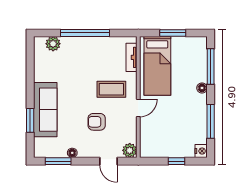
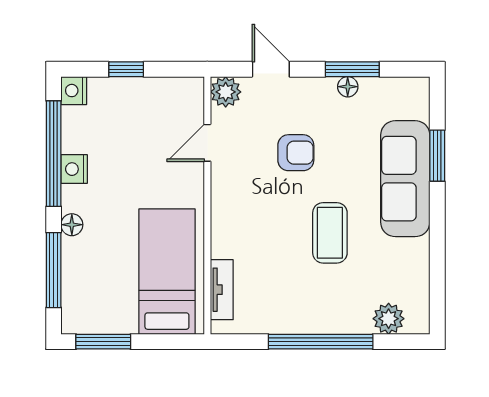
window: (173, 33) -> (103, 342), moved
coffee table: (111, 89) -> (330, 233), moved, turned 90
door: (138, 108) -> (207, 143), moved
nightstand: (201, 114) -> (74, 169), added
window: (211, 121) -> (54, 154), width x1.46
window: (58, 161) -> (352, 69), moved

